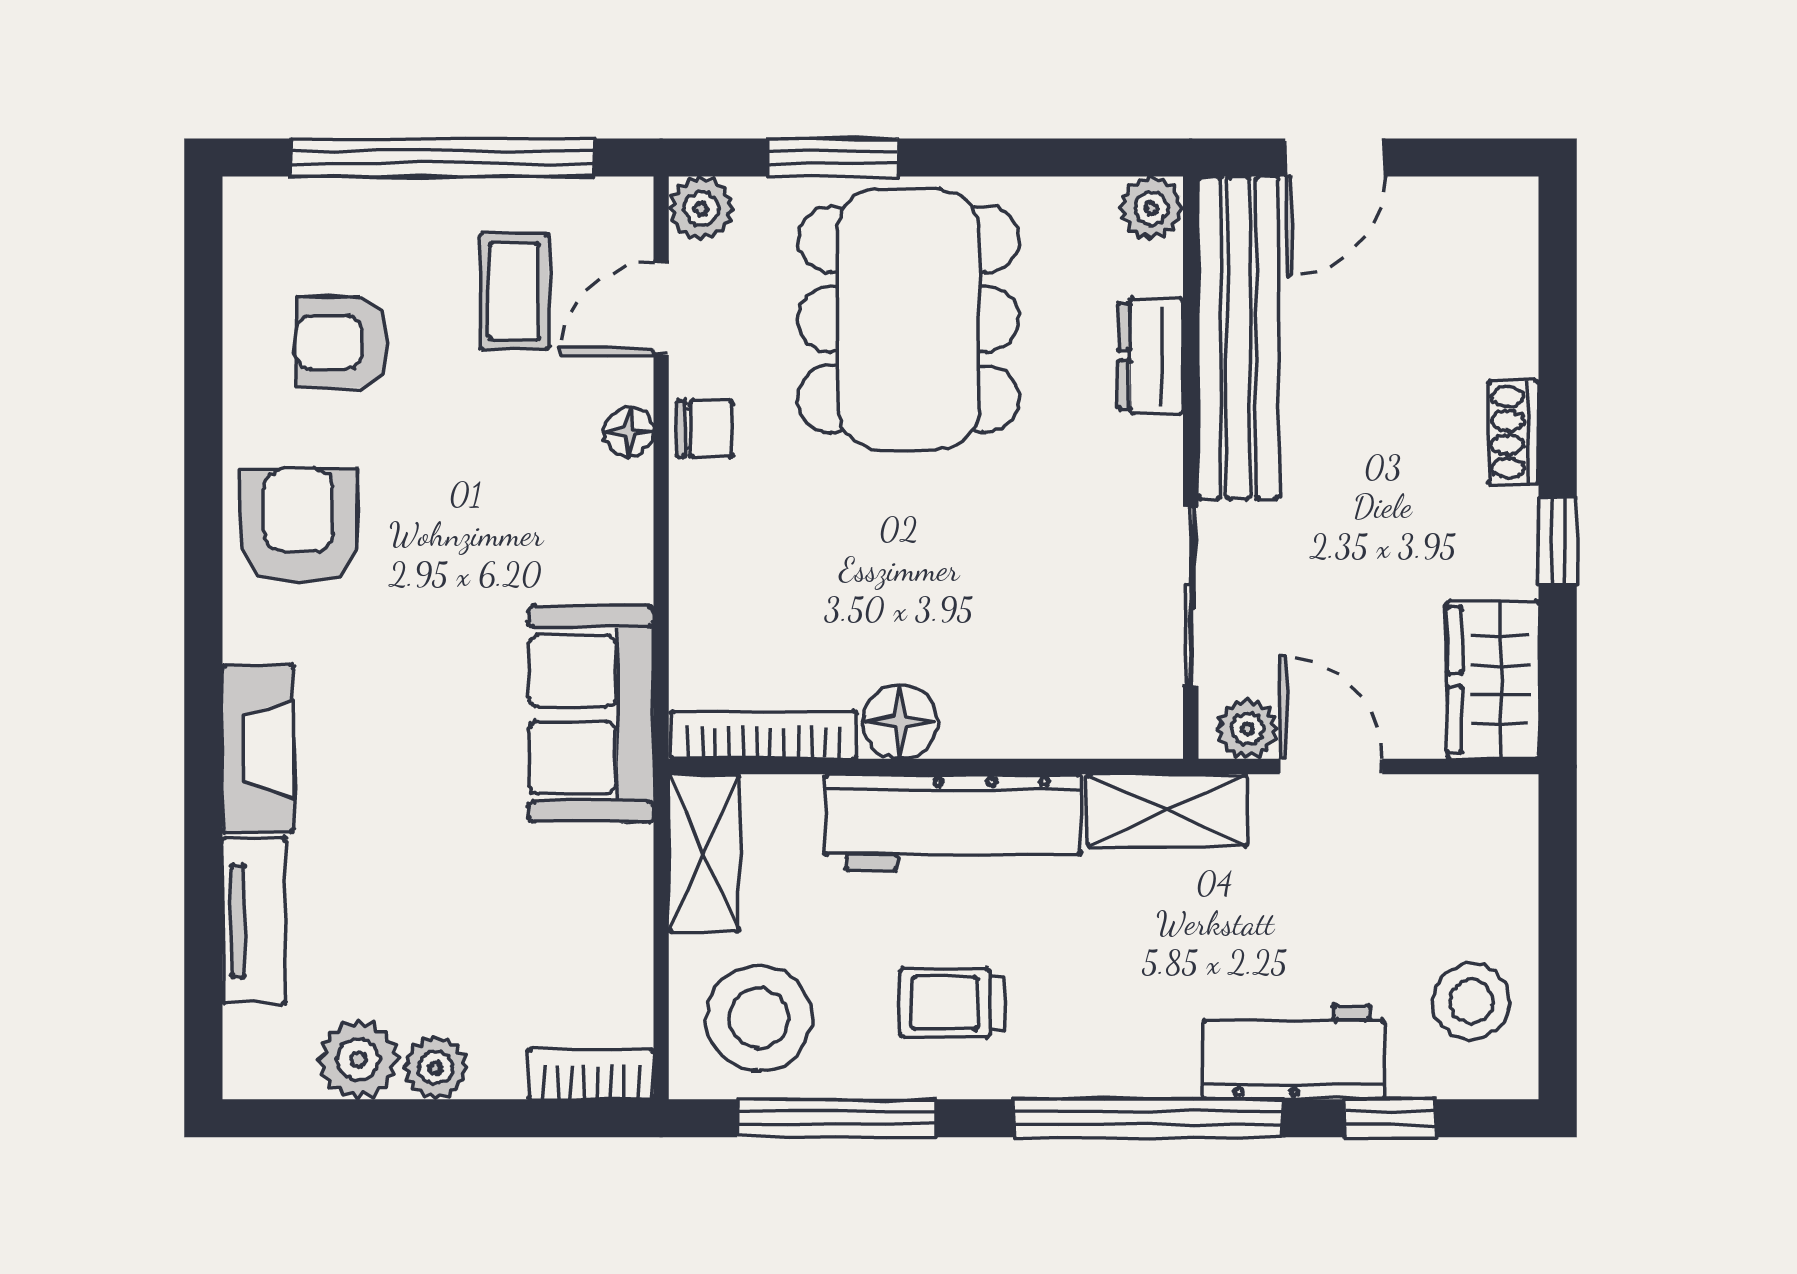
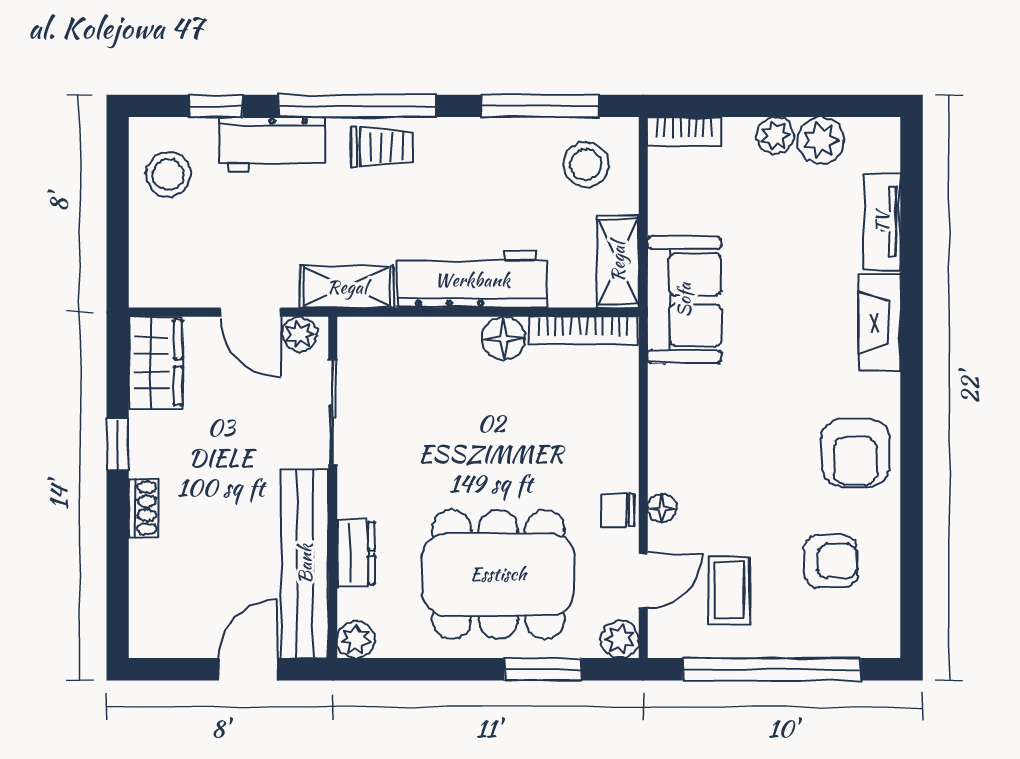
dining table: (908, 319) -> (498, 574), turned 90
sofa: (591, 714) -> (684, 300), moved
trolley: (952, 1003) -> (382, 147), moved
stool: (759, 1018) -> (586, 165), width x0.73, depth x0.73

